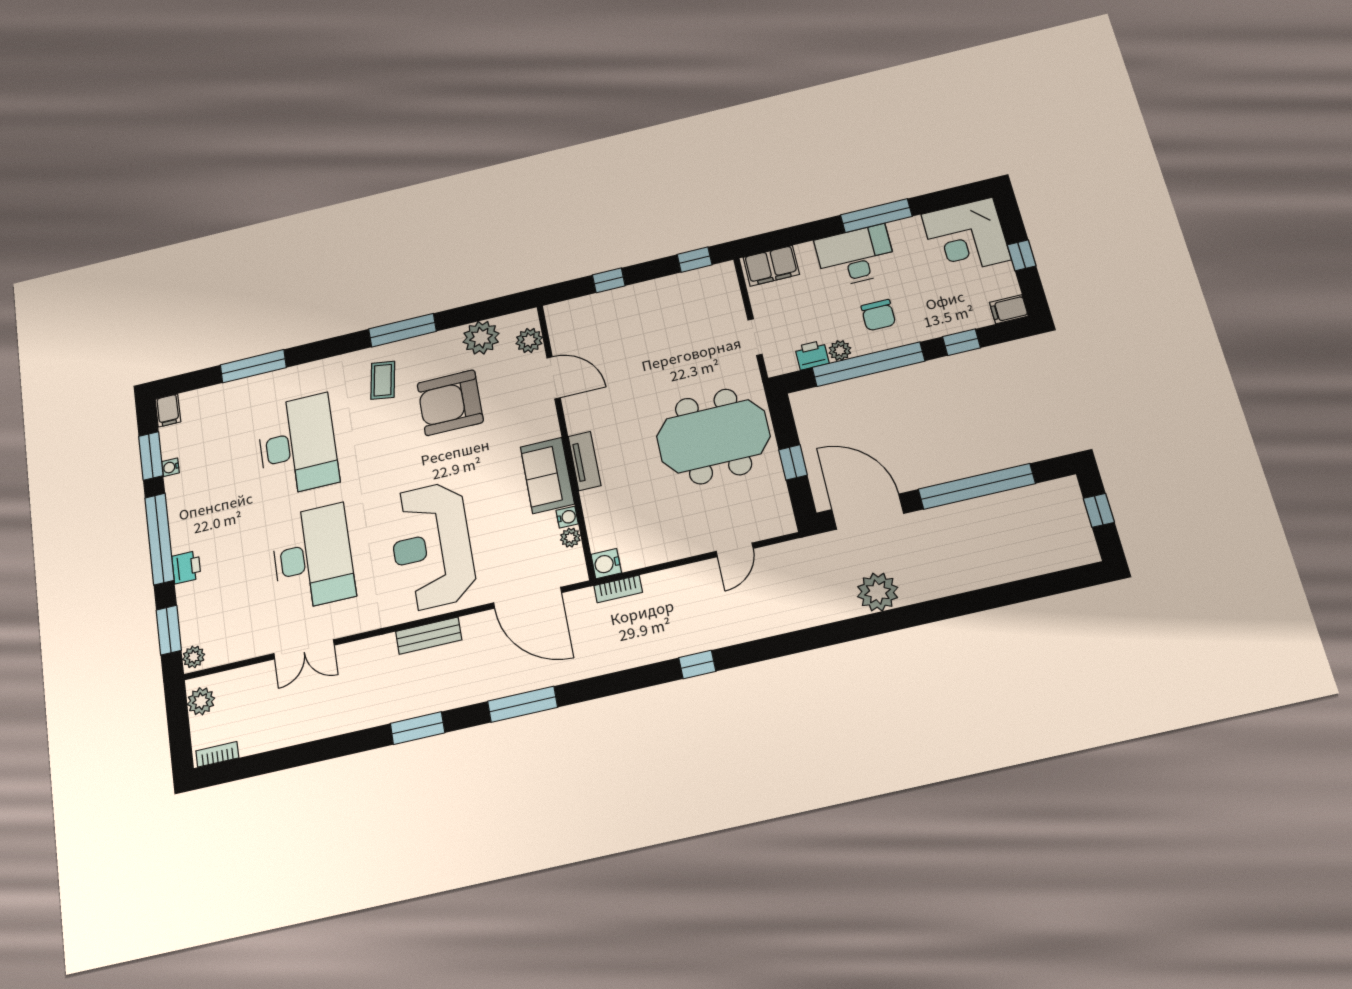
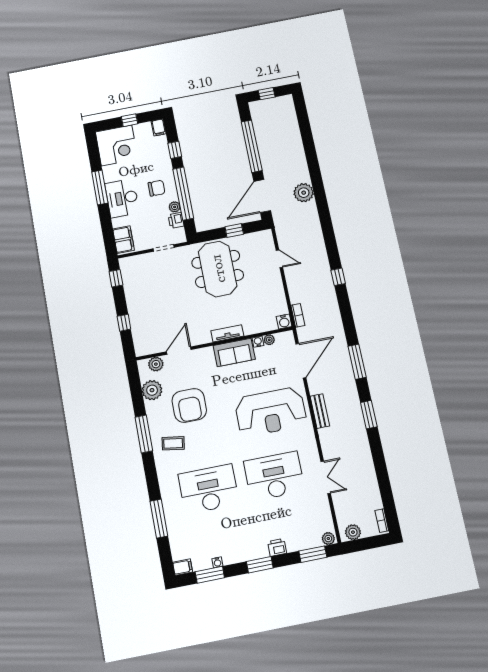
window: (159, 539) -> (260, 565), width x0.47

